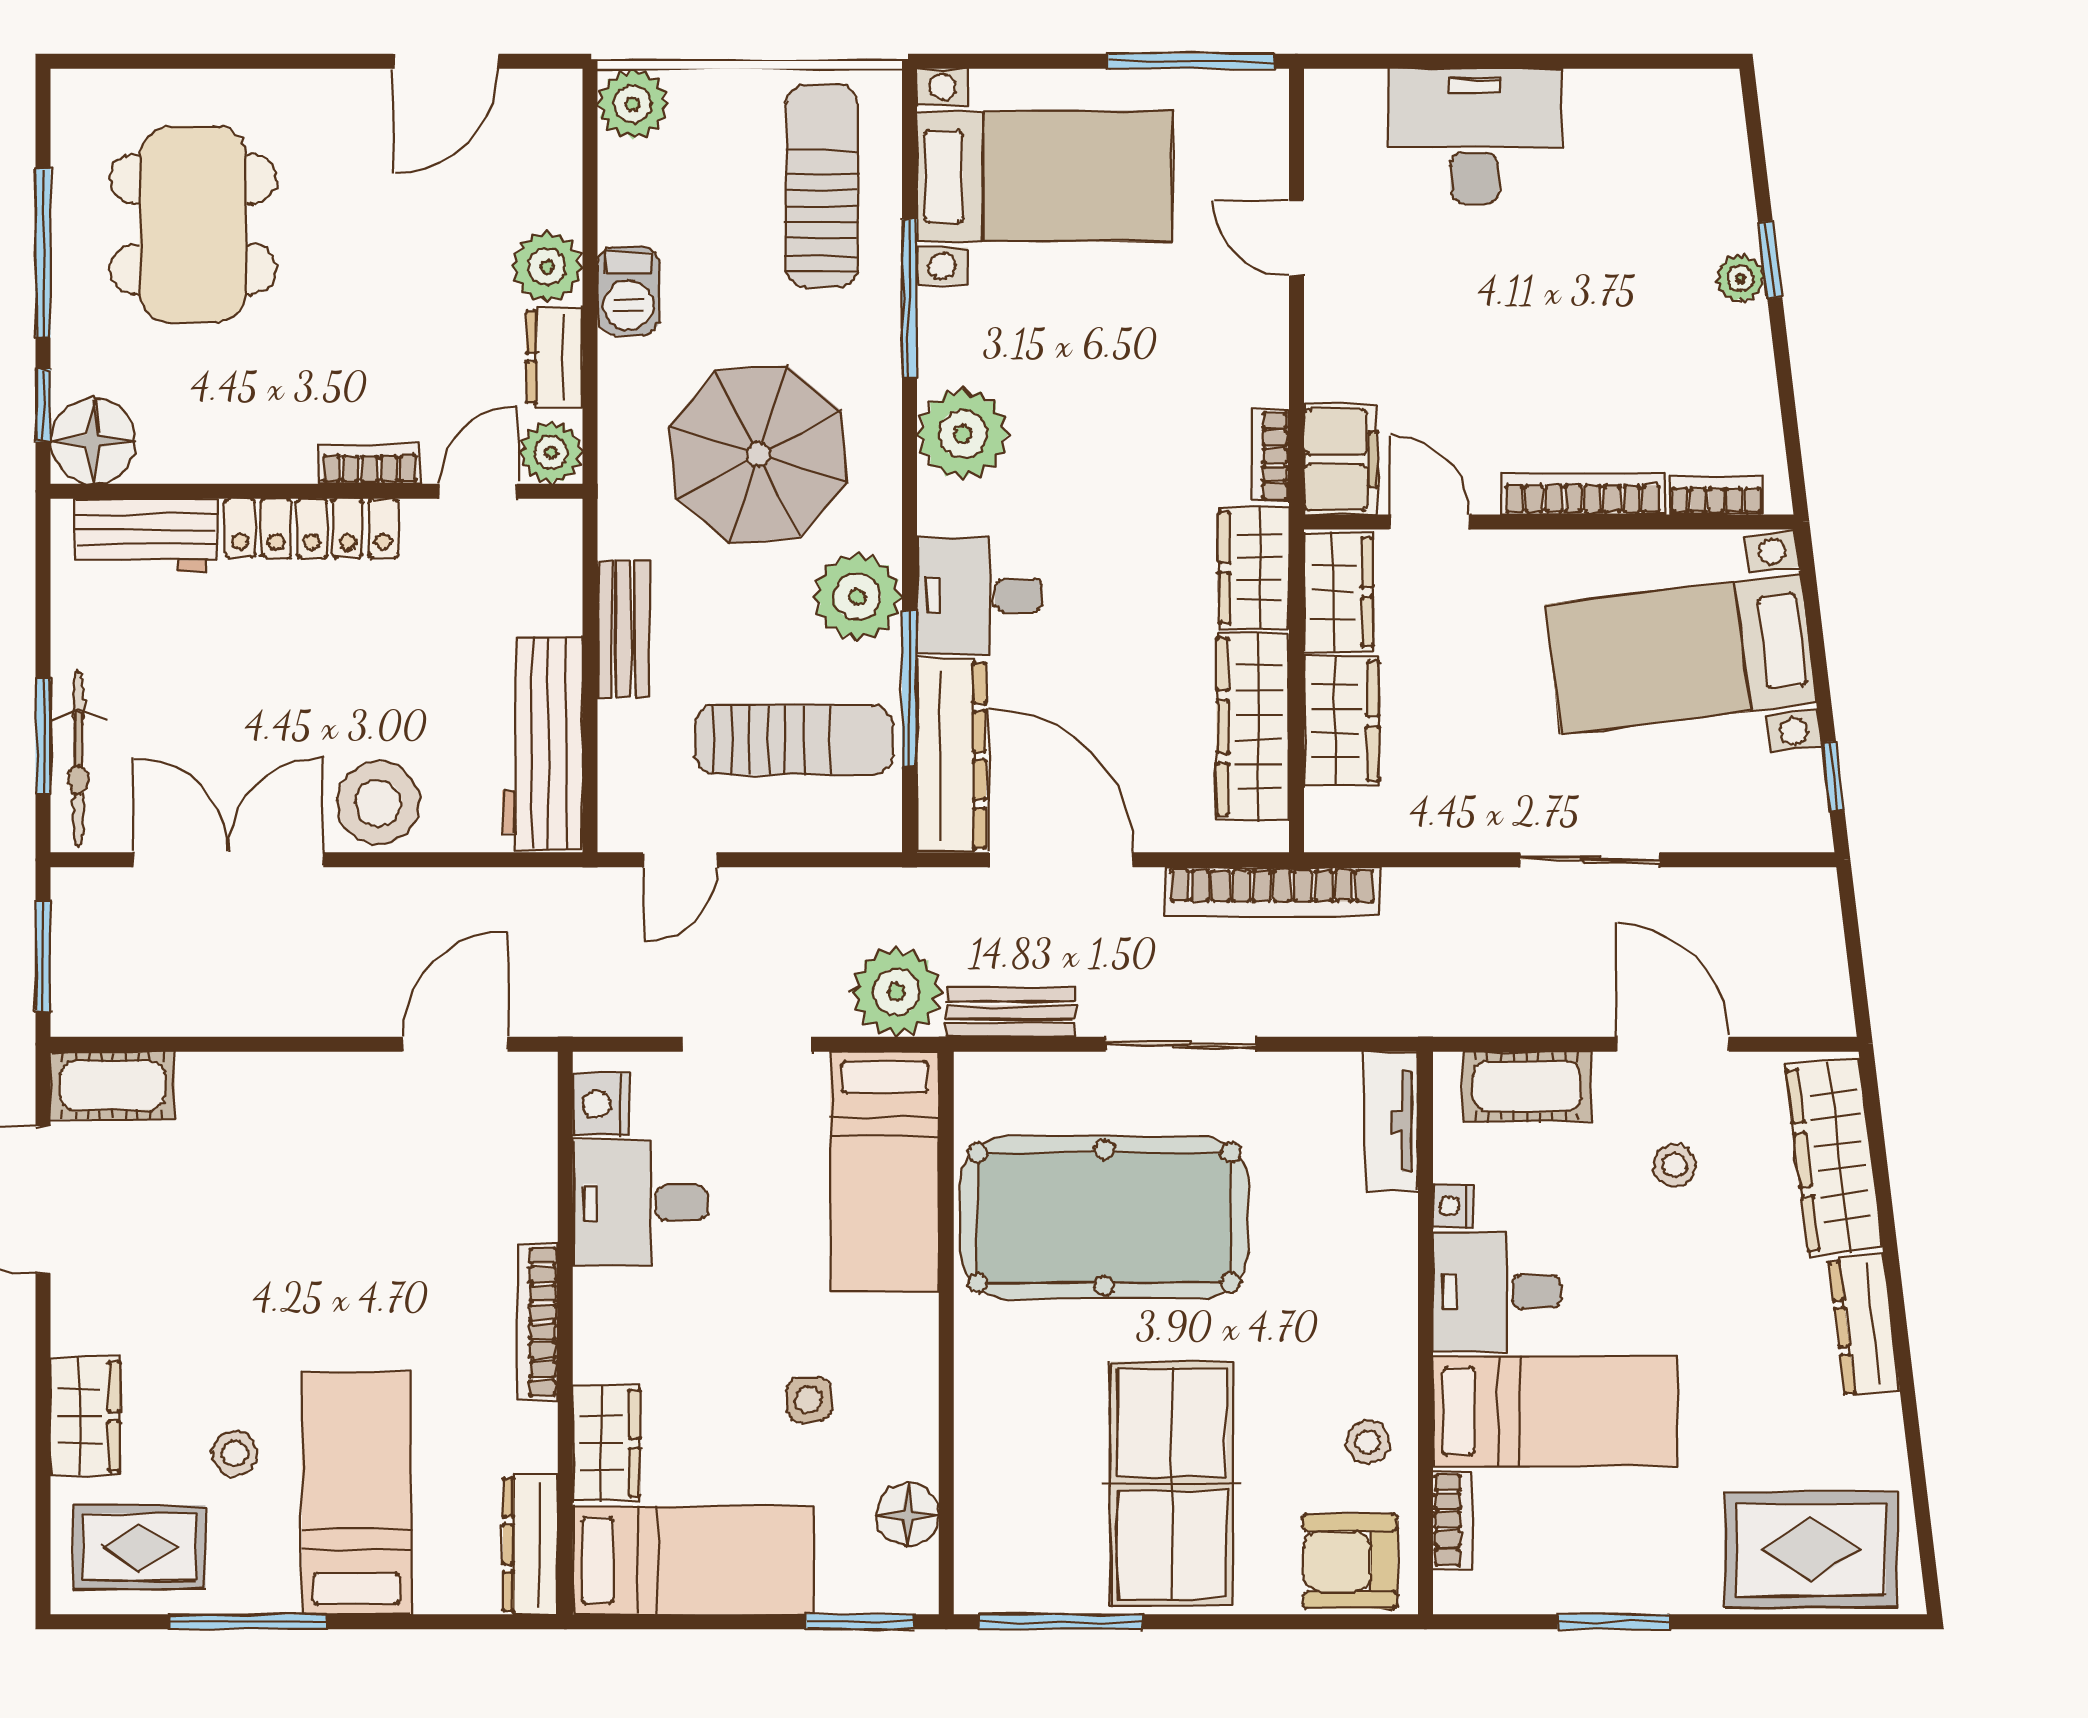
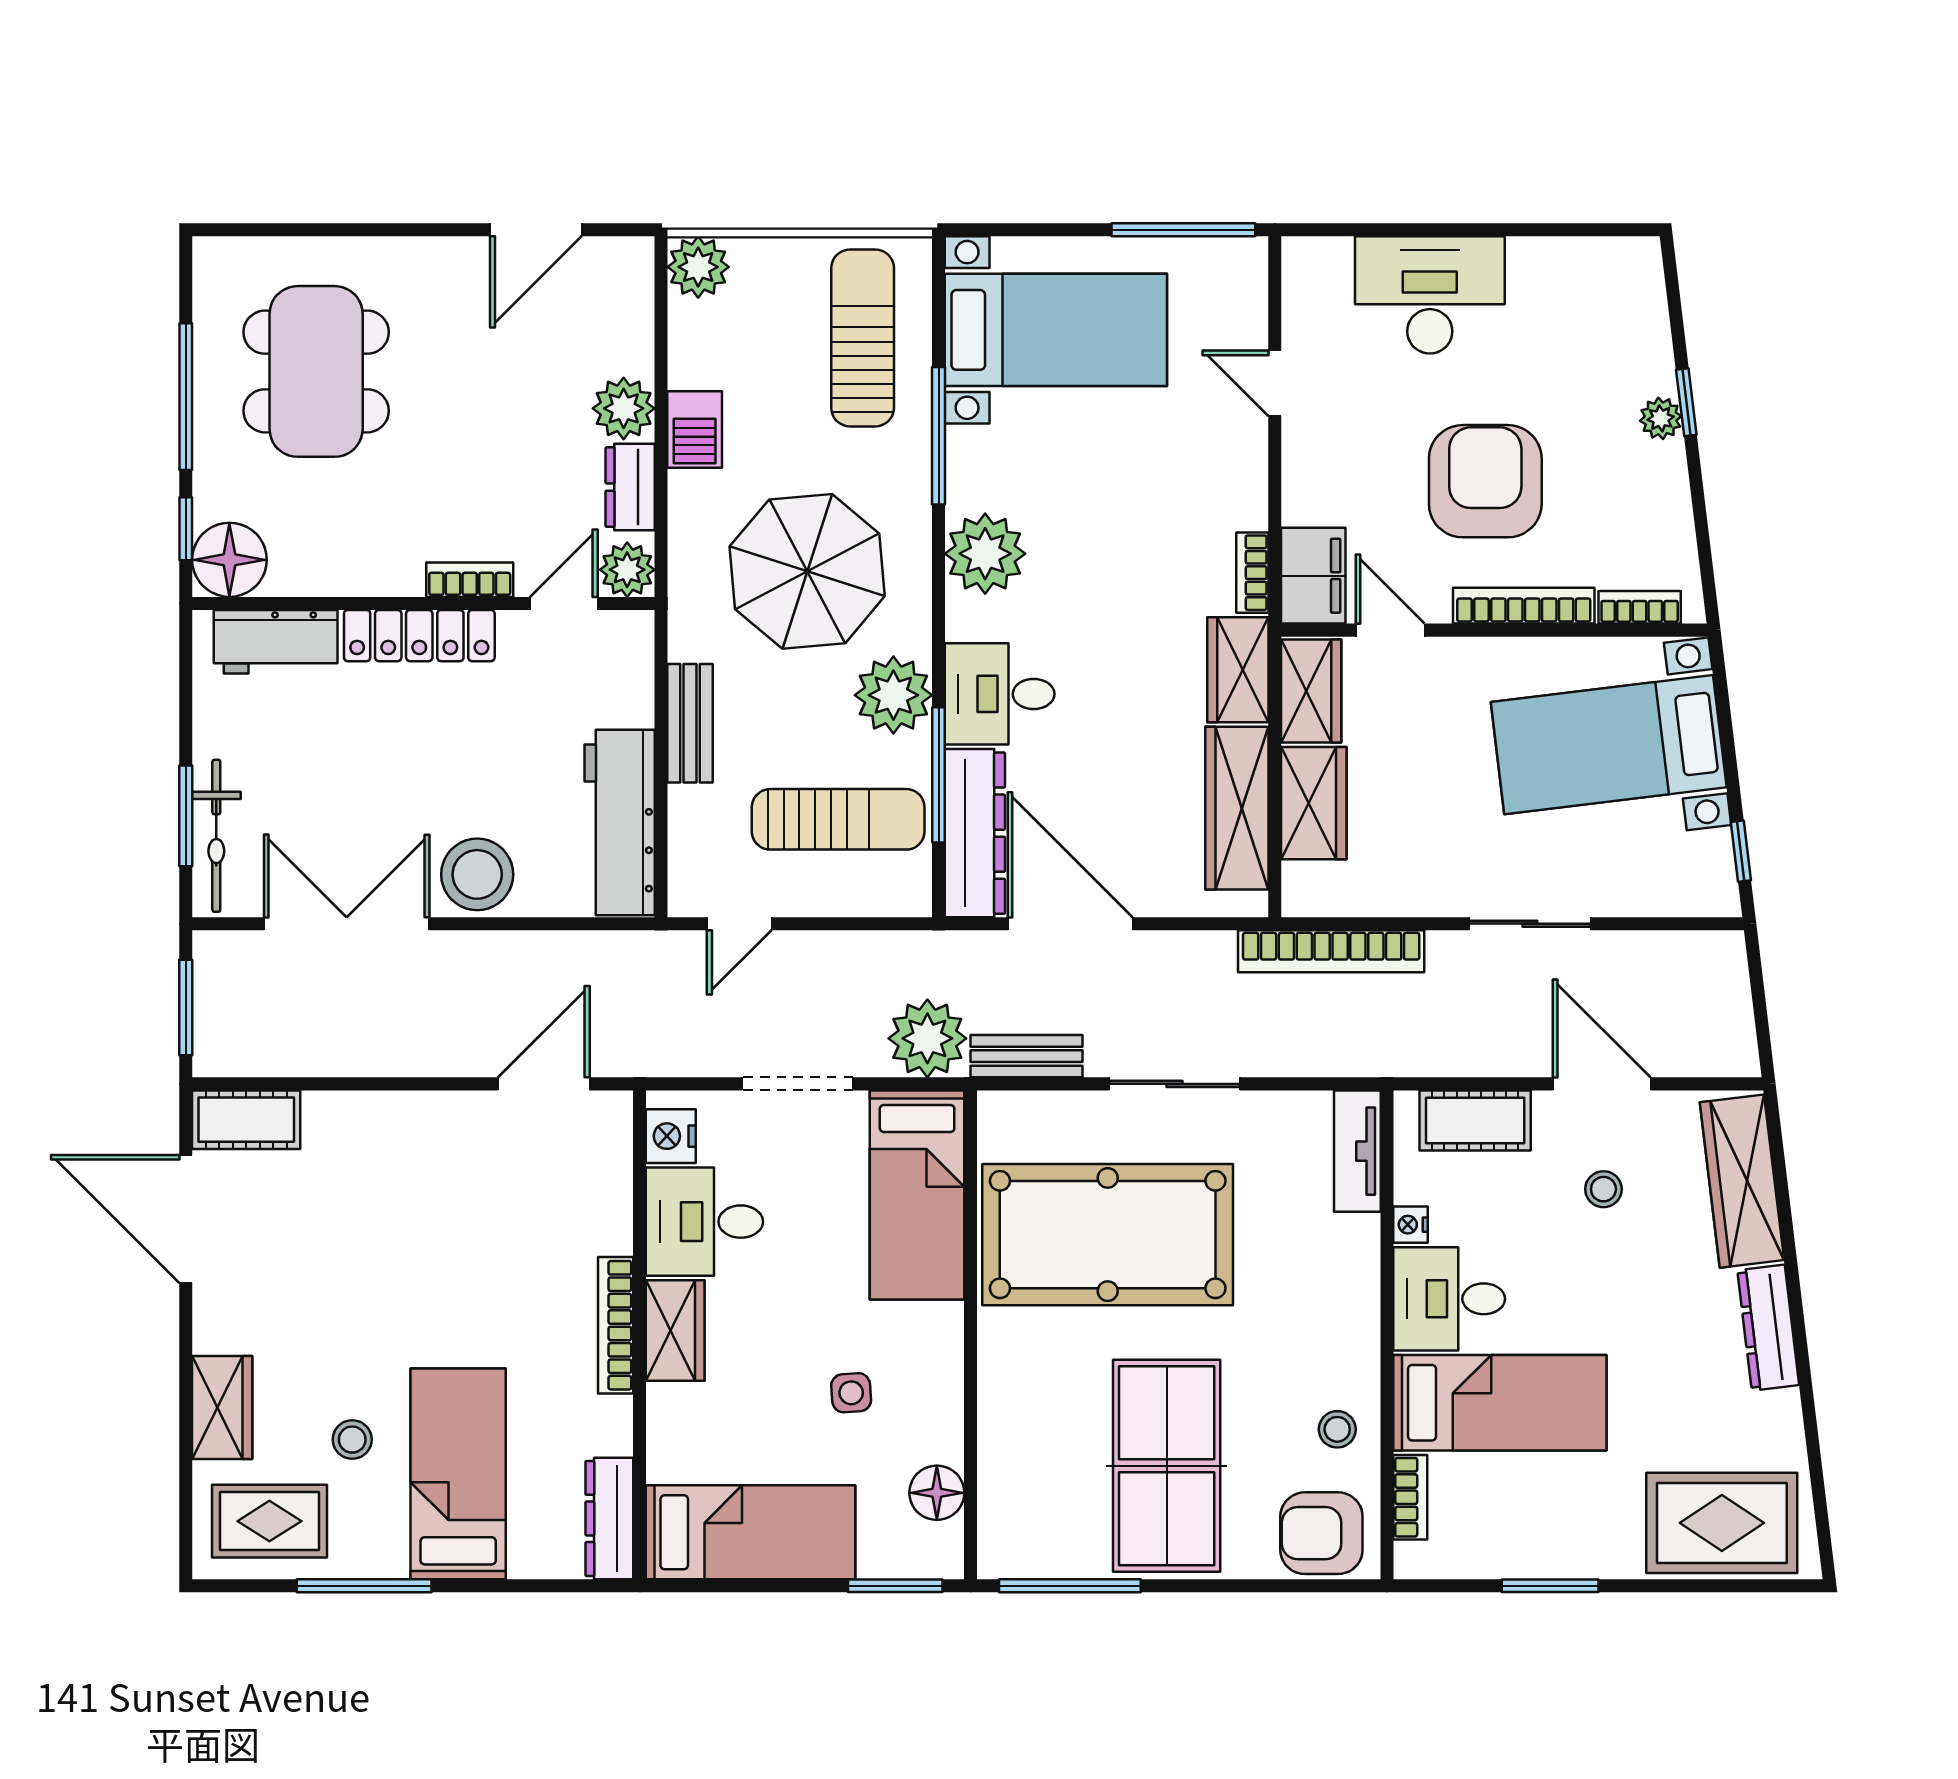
armchair: (1539, 351) -> (1485, 481), added
bookcase: (1272, 892) -> (1331, 951), moved
wardrobe: (606, 1443) -> (675, 1330), moved

